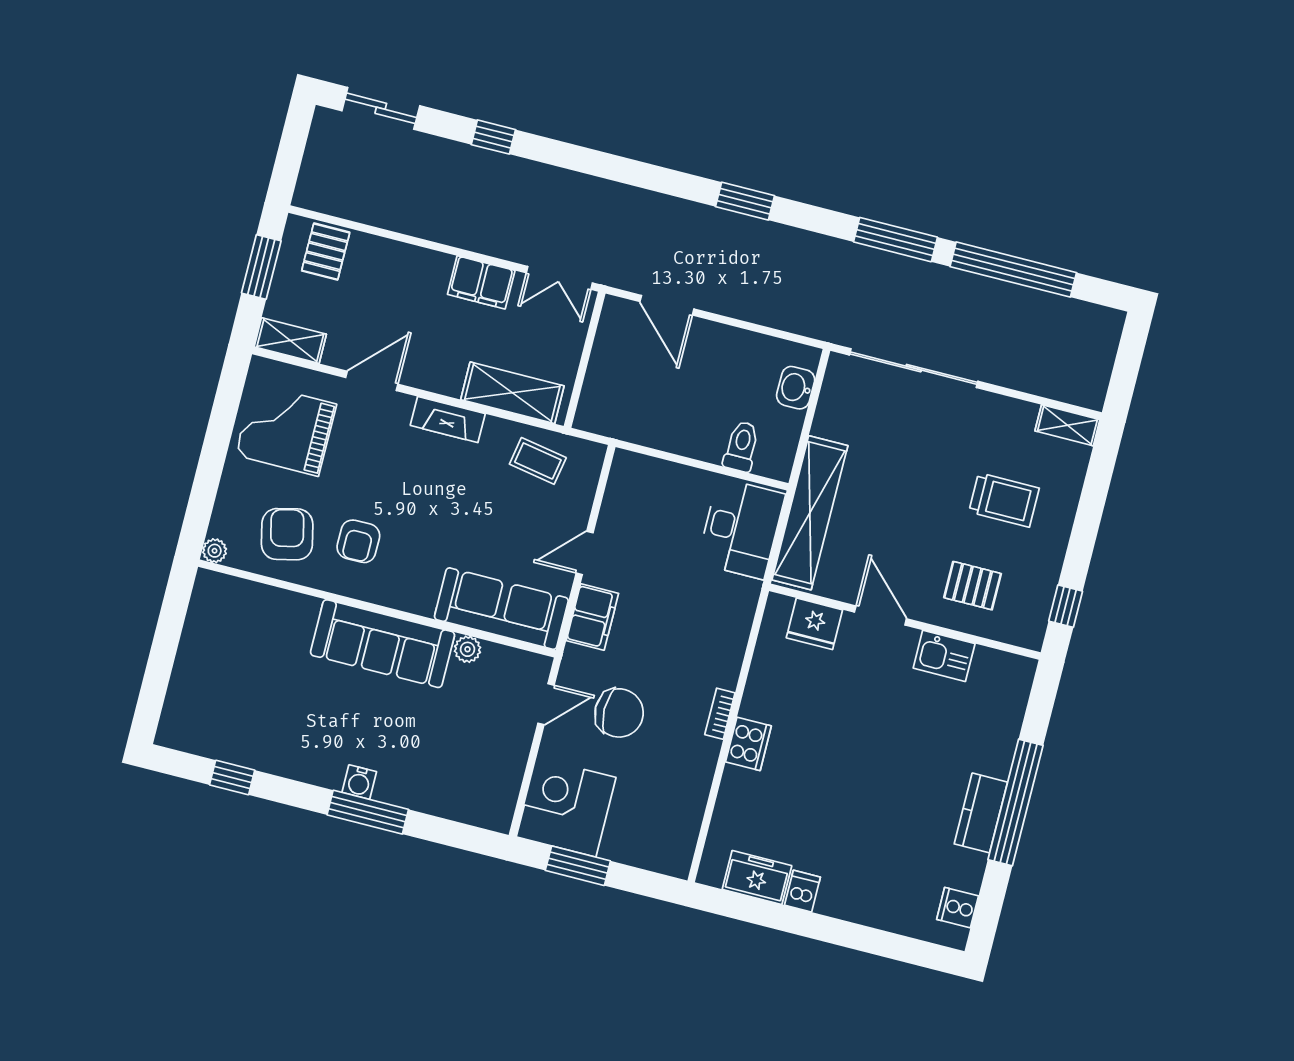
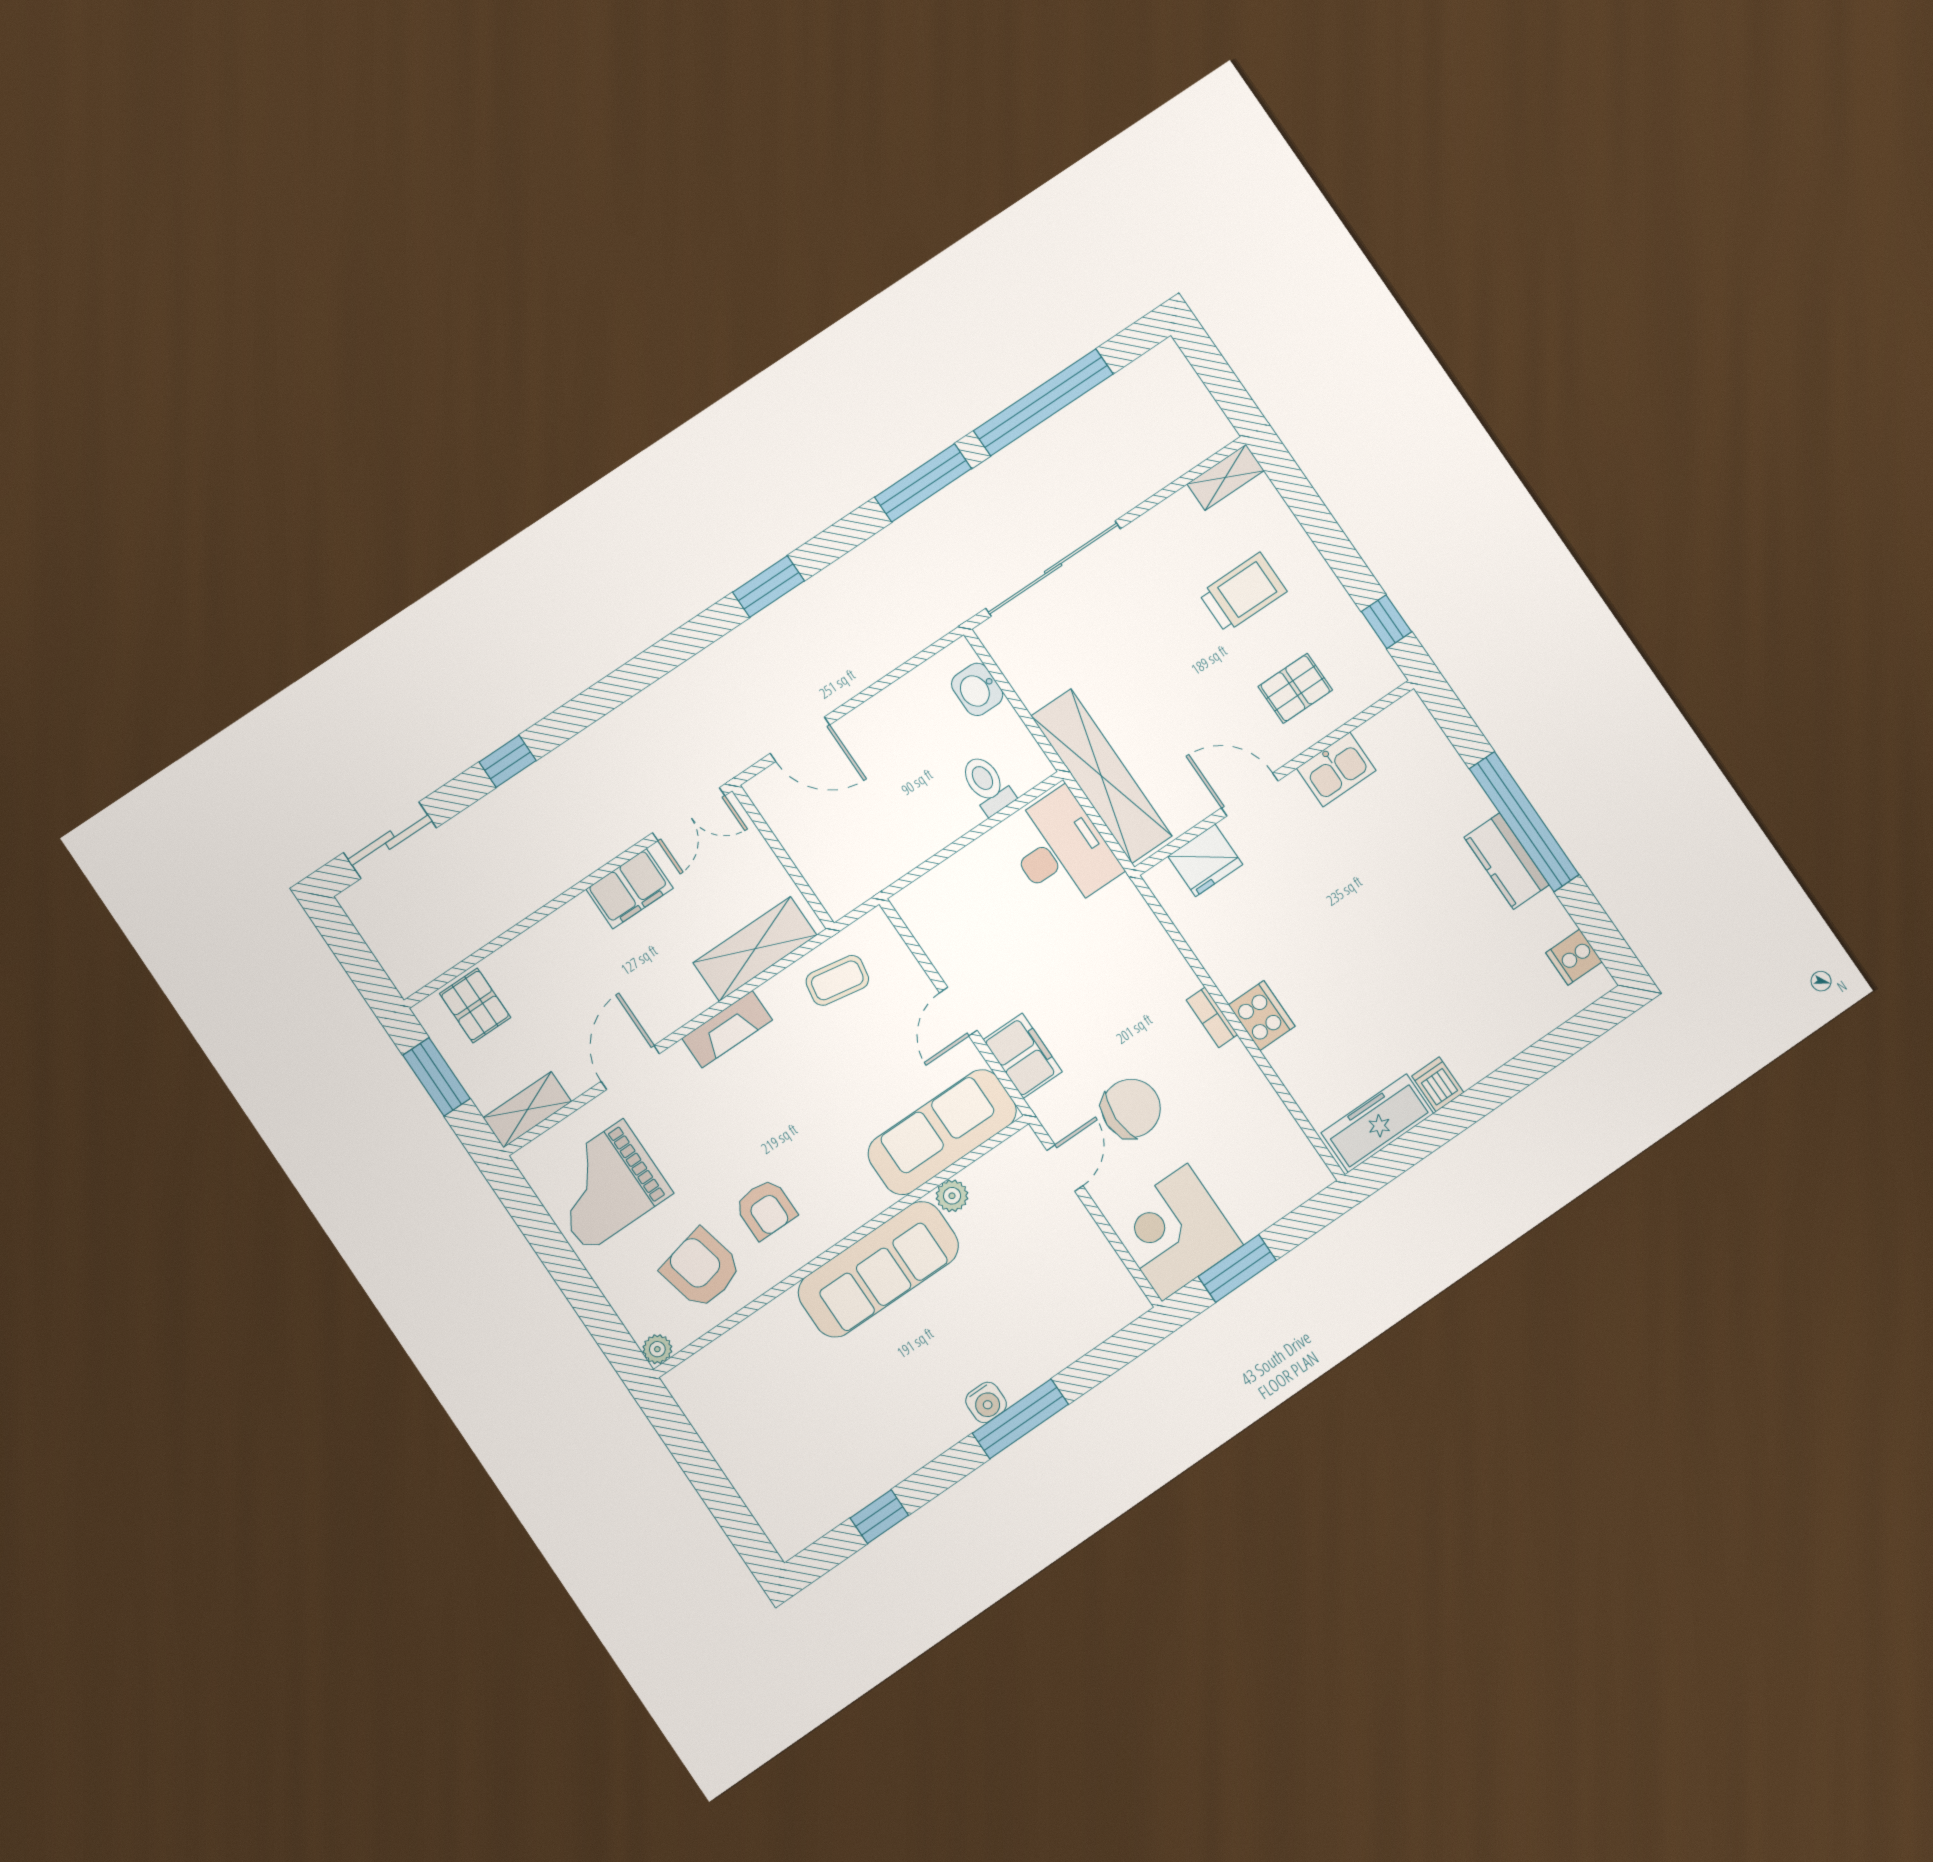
freezer: (757, 877) -> (1377, 1123), width x1.40

